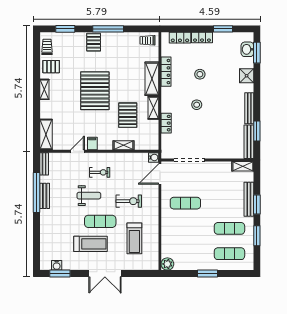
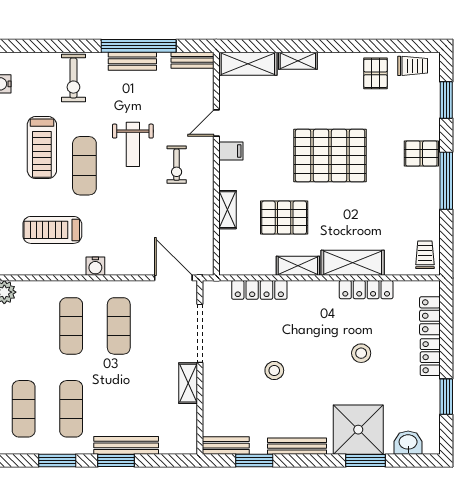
window: (257, 53) -> (365, 461), moved
shower: (247, 76) -> (358, 430), width x1.86, depth x1.86
shelving: (44, 89) -> (298, 61), moved
stool: (197, 105) -> (274, 370), moved
locker: (166, 123) -> (259, 290), width x1.53
bench: (249, 142) -> (226, 446), width x0.73
door: (77, 151) -> (216, 123), swing flipped
water cooler: (154, 157) -> (95, 266), moved
shelving: (243, 166) -> (188, 383), moved
exercise bike: (129, 201) -> (73, 78), moved
exercise mat: (185, 228) -> (71, 326), added

